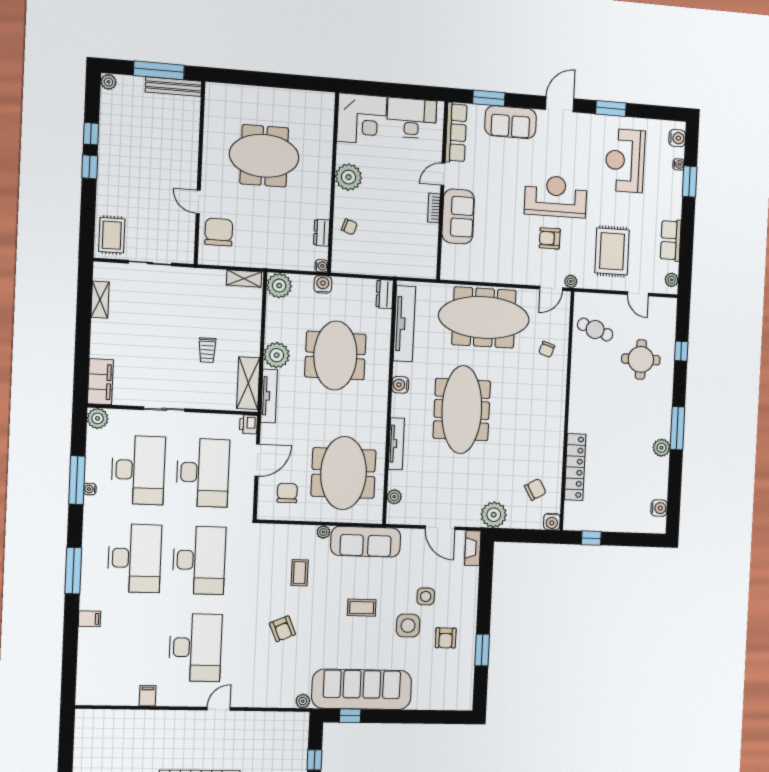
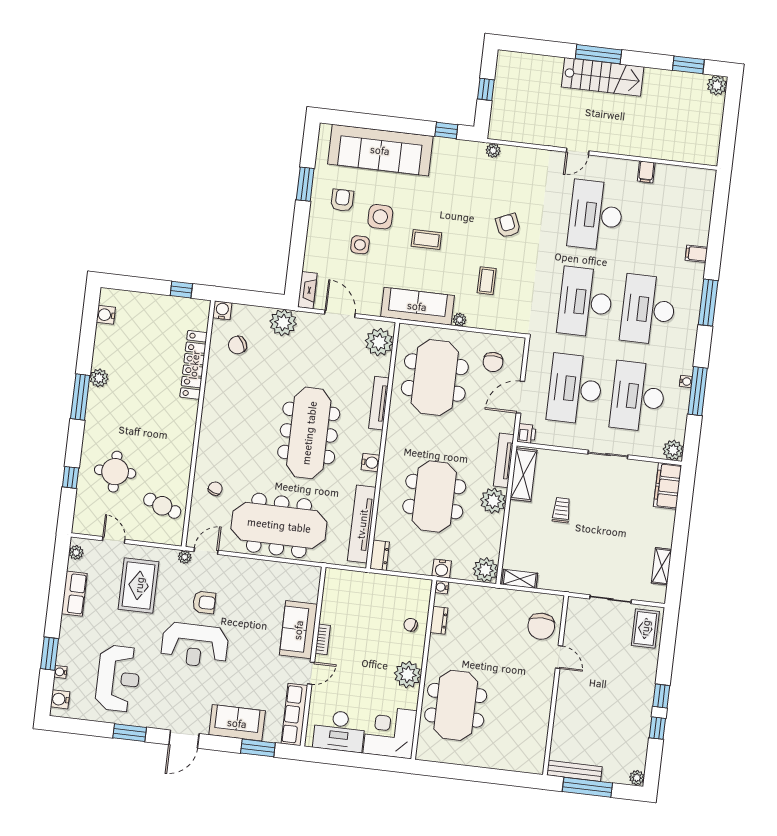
meeting table: (264, 156) -> (456, 705), moved, turned 90
plant: (394, 497) -> (379, 342), width x1.88, depth x1.88
sofa: (362, 689) -> (380, 150), moved

